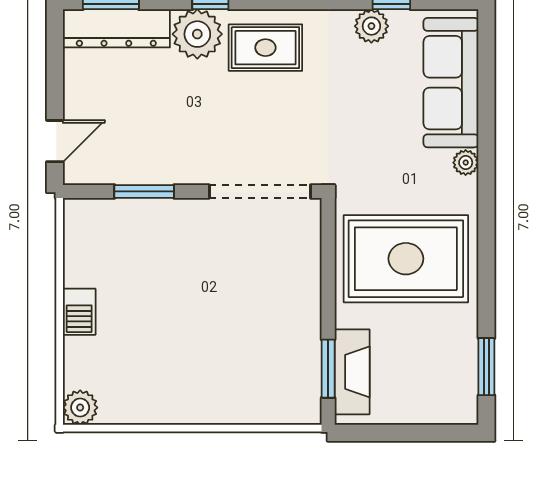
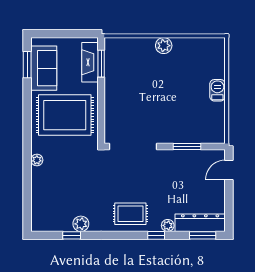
plant: (197, 34) -> (168, 225), width x0.53, depth x0.53
sofa: (451, 83) -> (44, 68), moved, width x0.73
plant: (80, 408) -> (164, 46), moved

